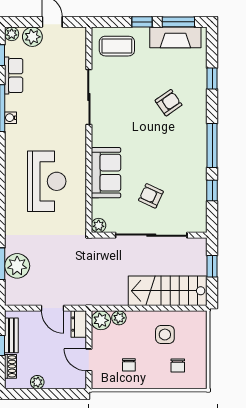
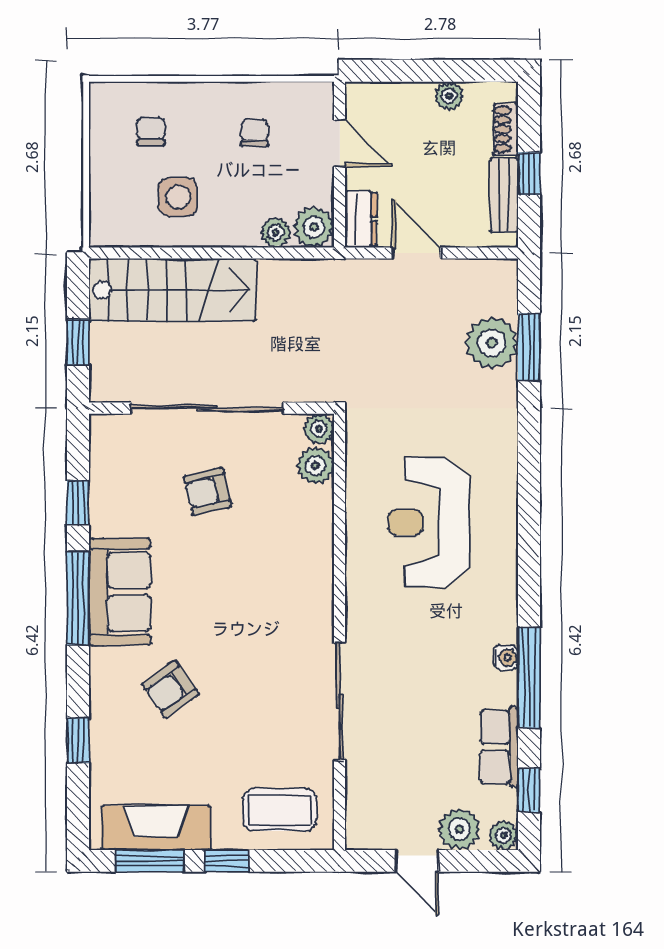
sofa: (106, 173) -> (120, 592), moved, turned 180
armchair: (151, 196) -> (208, 491), turned 142
plant: (100, 208) -> (316, 466), added

